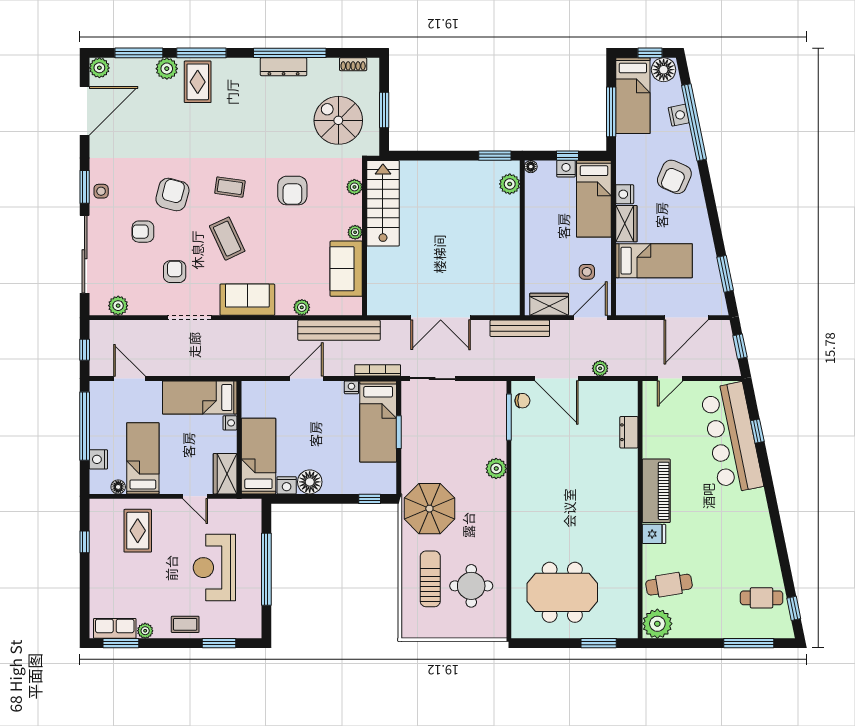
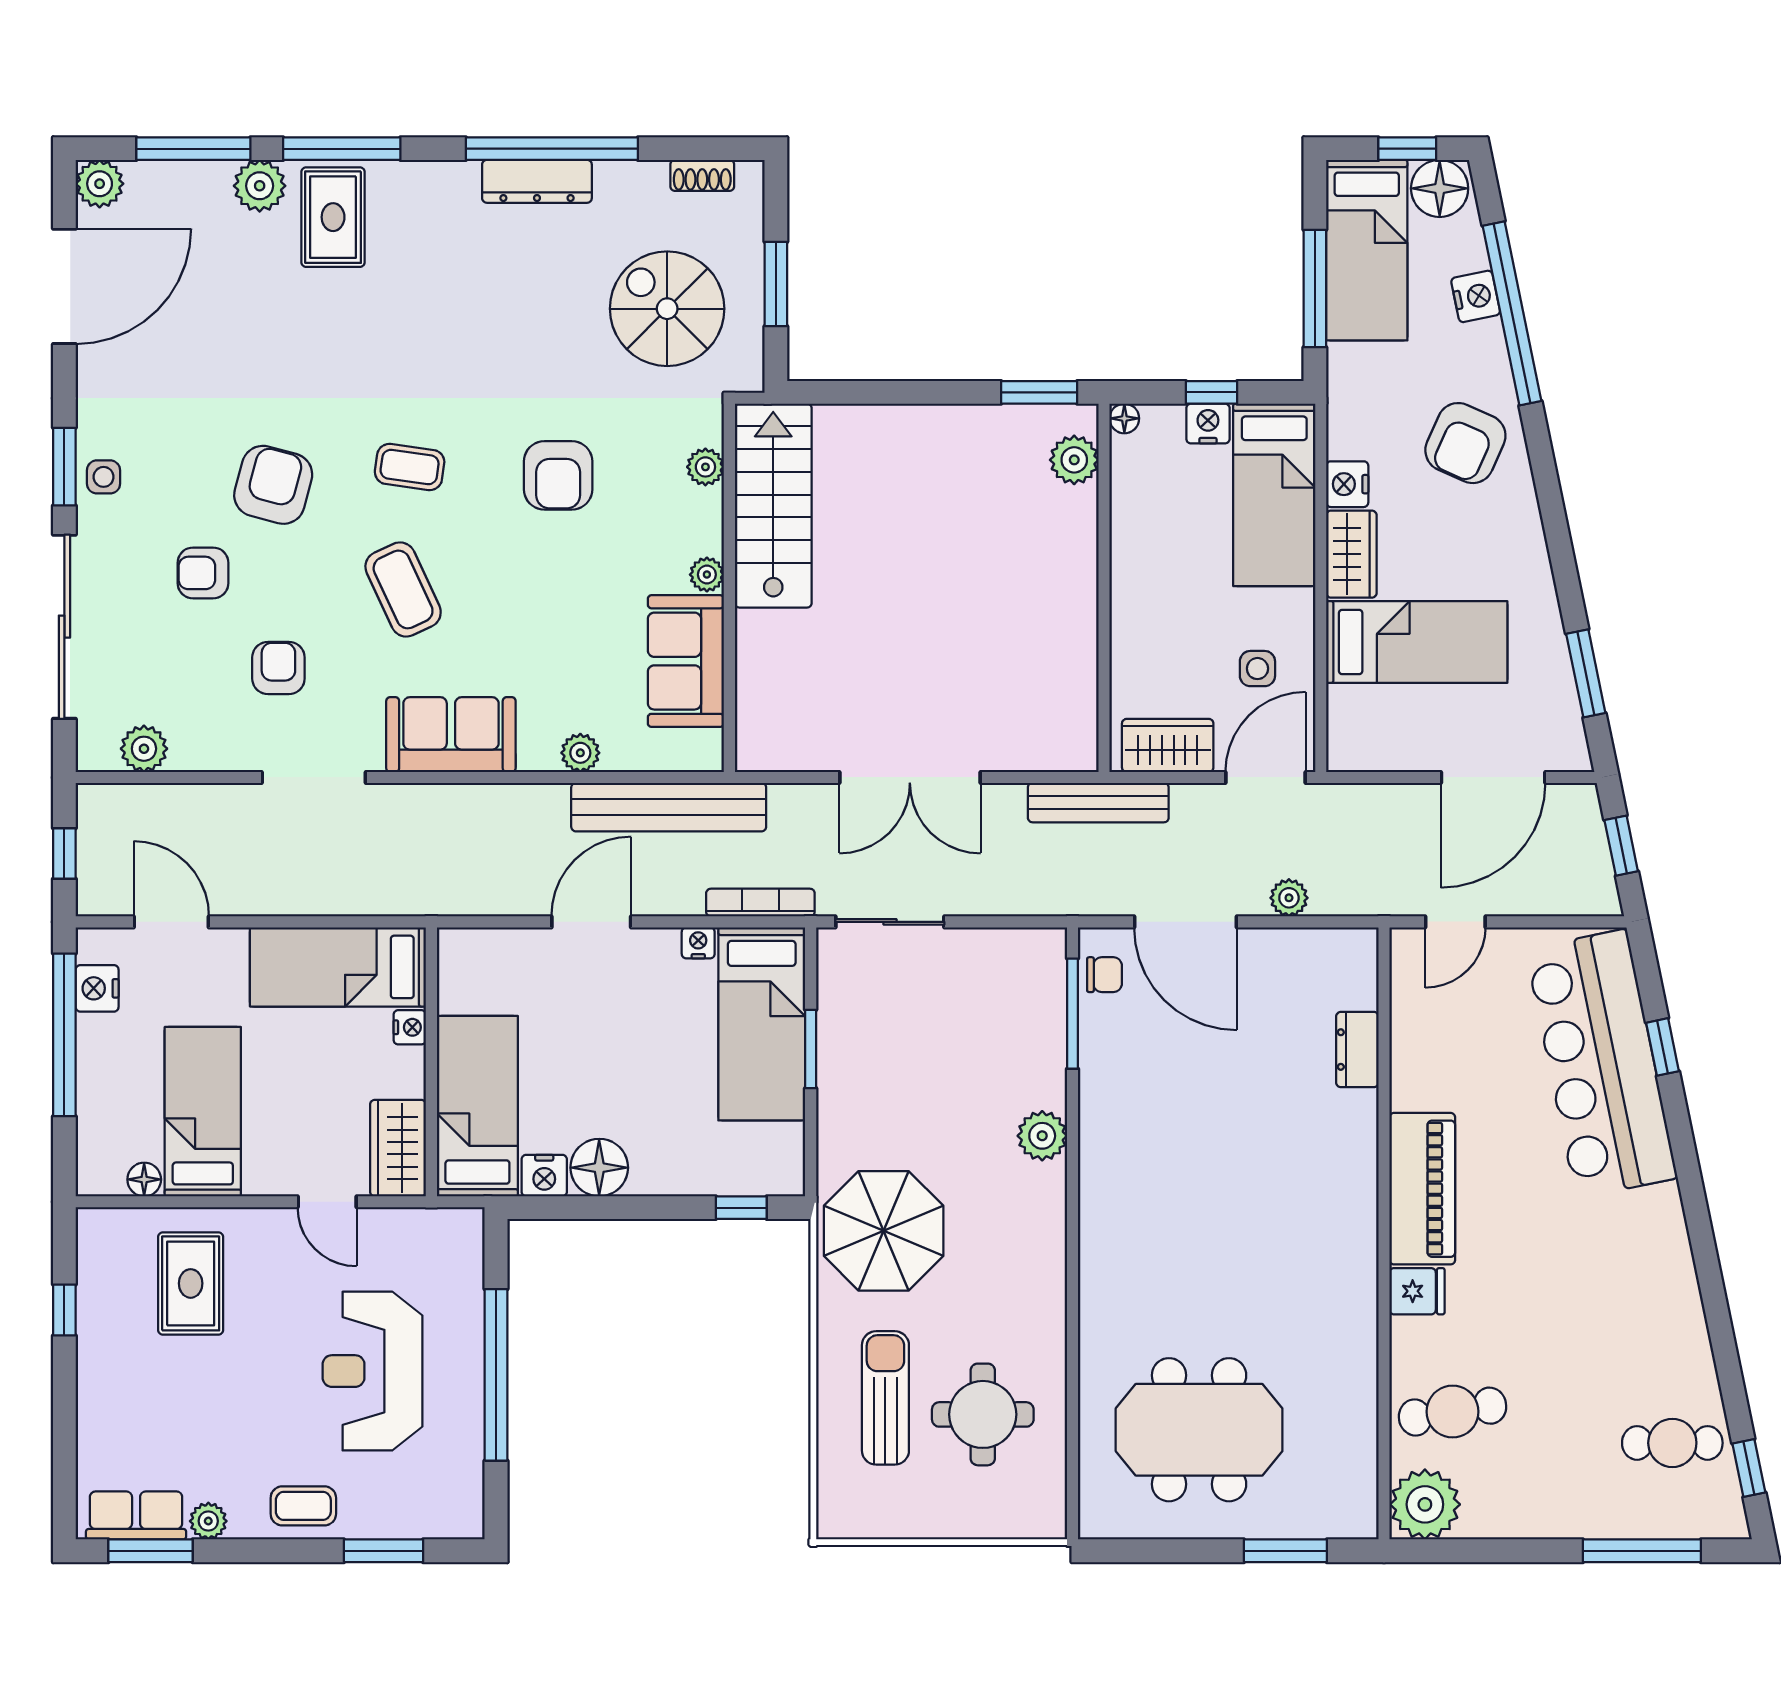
nightstand: (98, 459) -> (97, 988), moved

